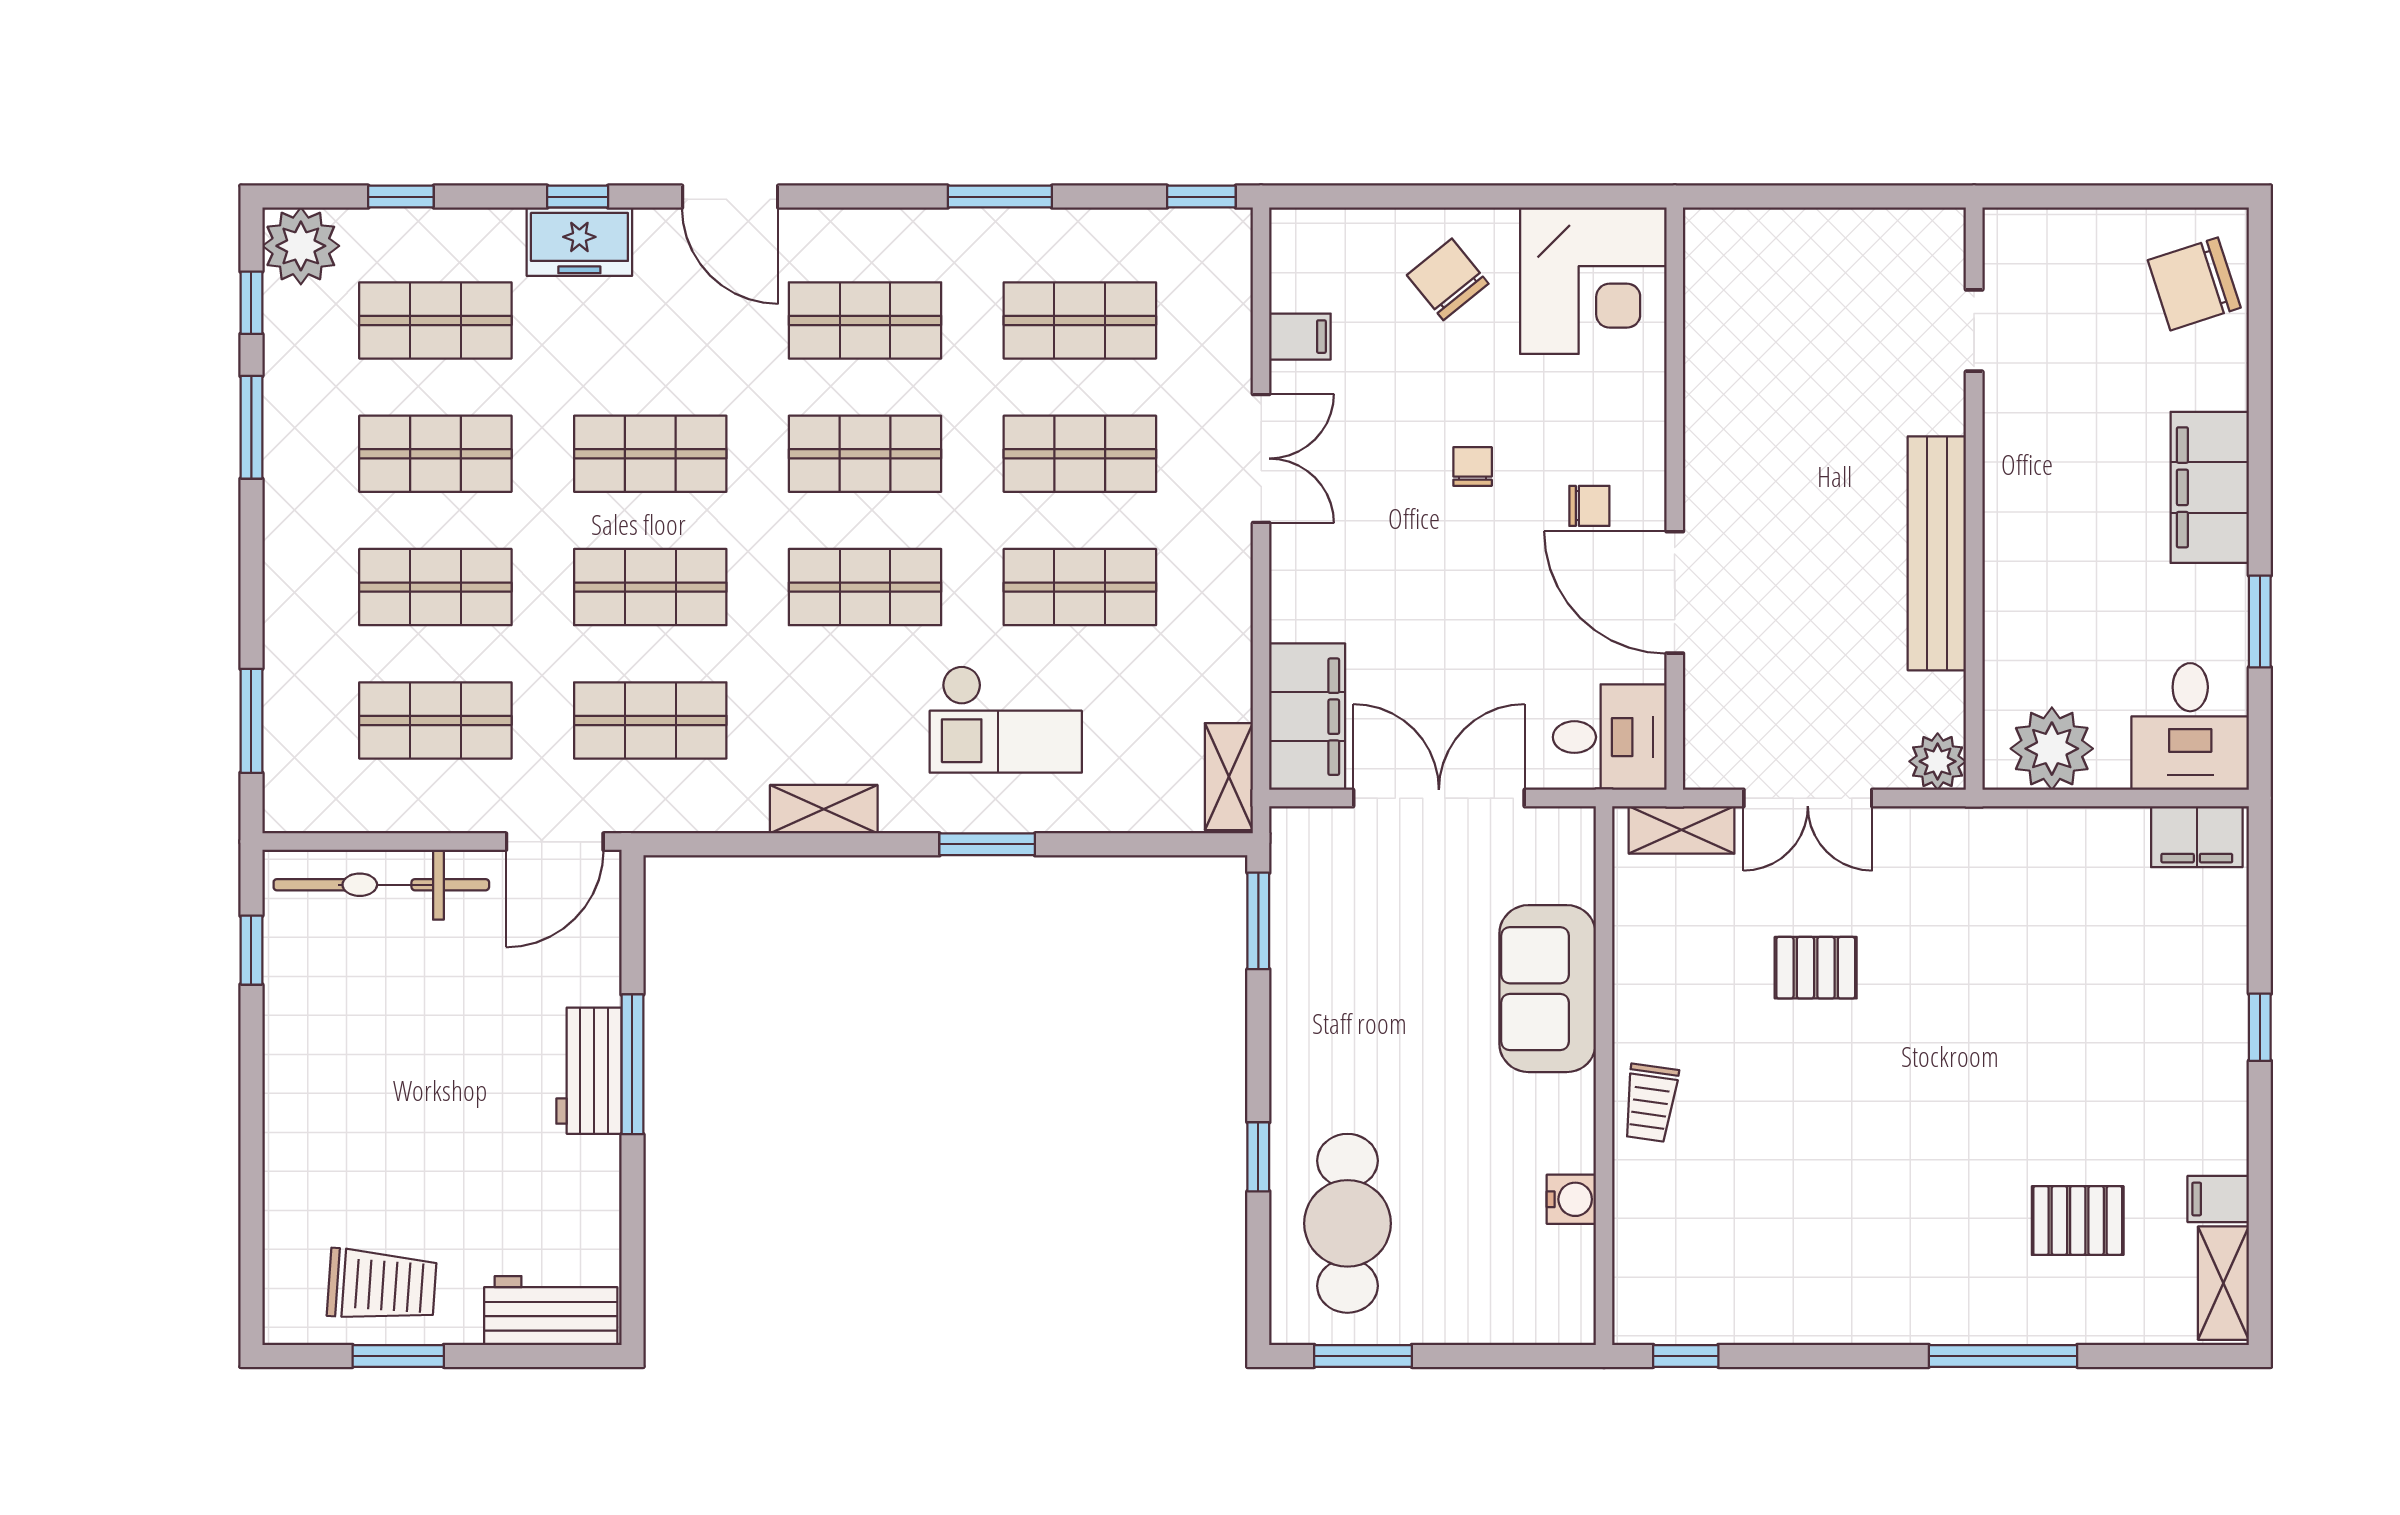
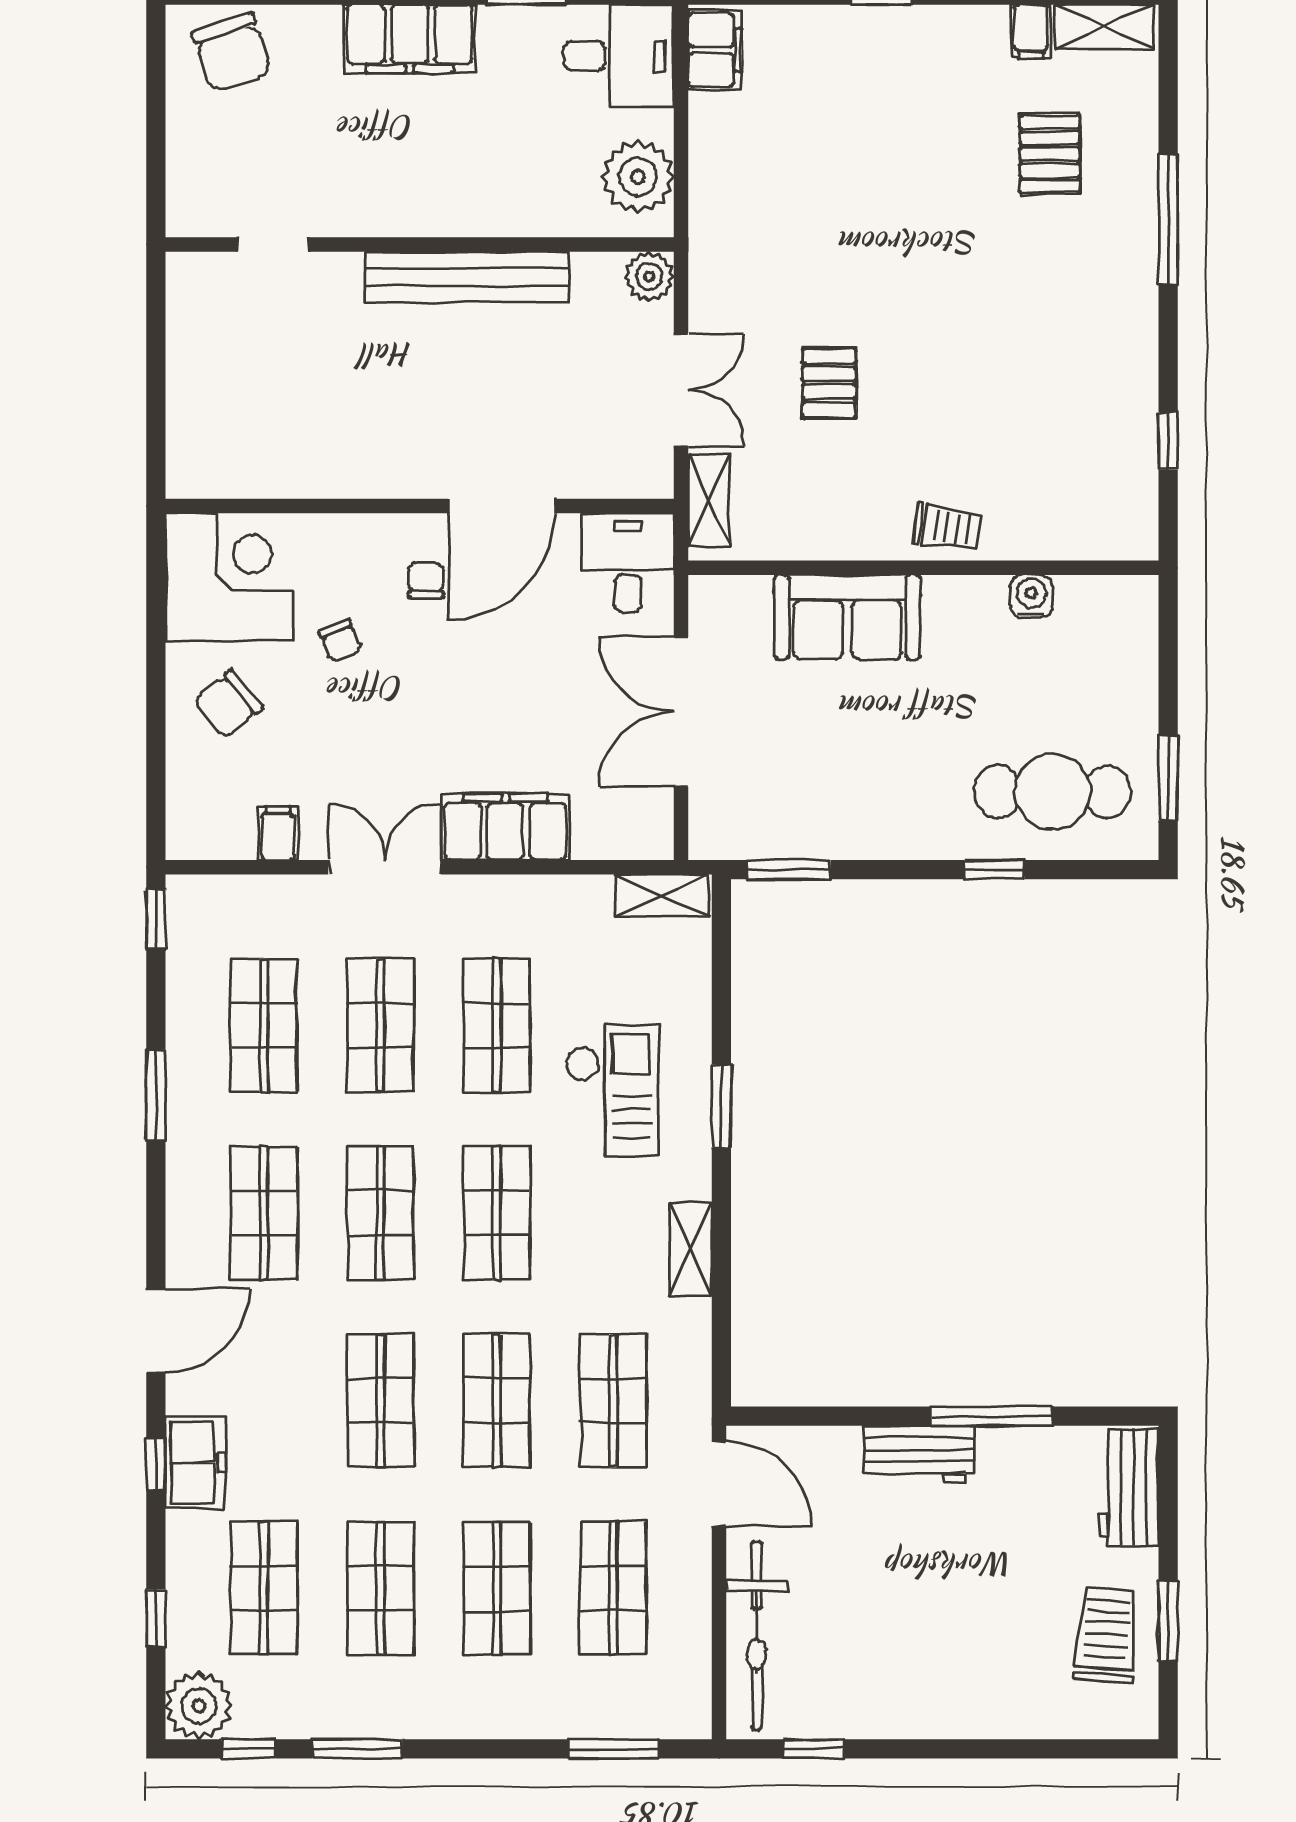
chair: (1473, 467) -> (340, 641), moved, turned -112
filing cabinet: (1307, 717) -> (505, 827), moved
window: (632, 1064) -> (992, 1416), moved
window: (1686, 1356) -> (1168, 441), moved

